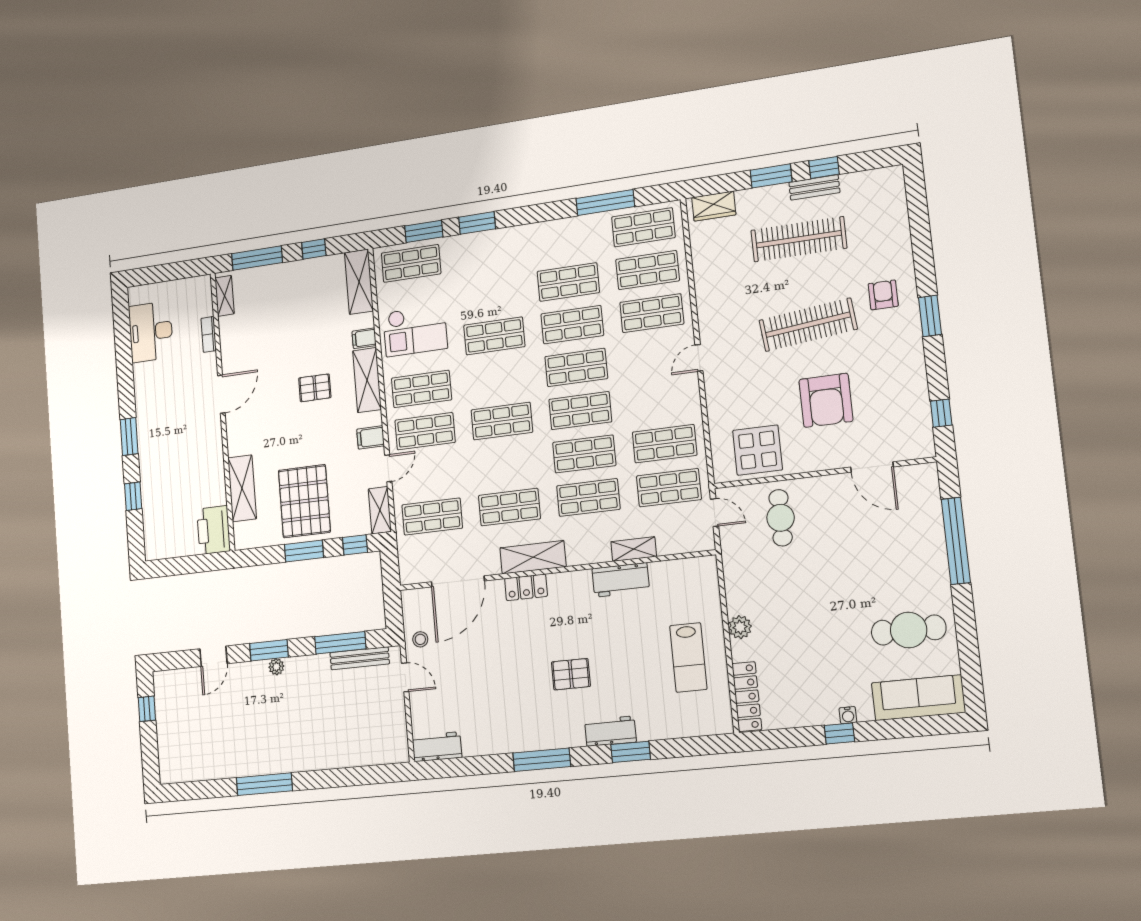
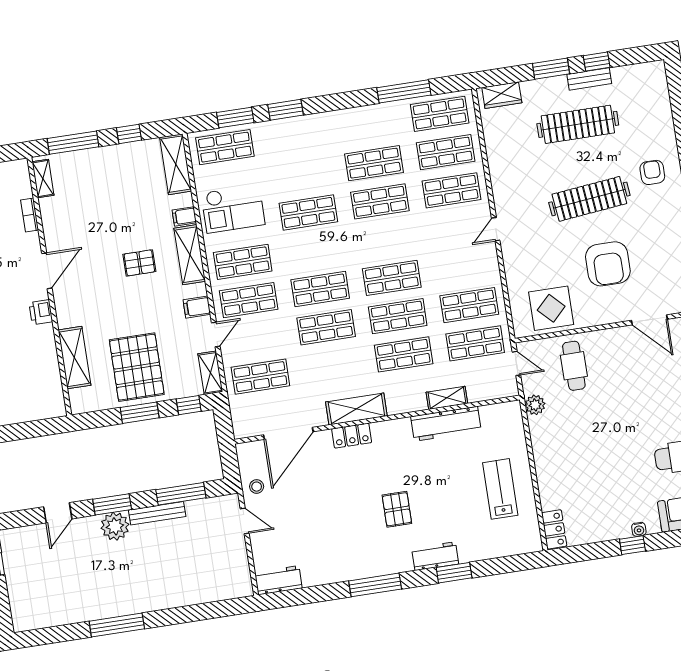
shop shelf: (576, 368) -> (386, 240), removed
shop shelf: (509, 507) -> (326, 327), moved
printer: (214, 530) -> (41, 312), moved, width x0.53, depth x0.68
workbench: (621, 580) -> (446, 424), width x1.38
plant: (740, 627) -> (535, 405), moved
lab bench: (688, 657) -> (500, 489), turned 180
bench: (360, 658) -> (157, 513), moved
plant: (276, 667) -> (115, 526), width x1.87, depth x1.87
pallet: (571, 674) -> (397, 509), turned 90
locker: (747, 697) -> (554, 529), width x0.66

